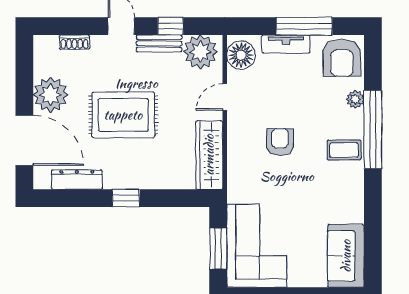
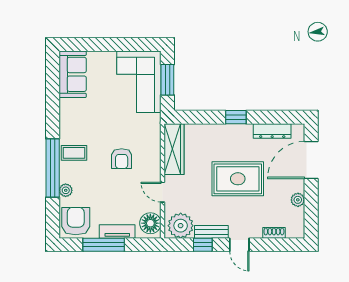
plant: (51, 95) -> (298, 200), width x0.53, depth x0.53
door: (225, 97) -> (163, 192), swing flipped
door: (24, 140) -> (311, 160), hinge flipped

